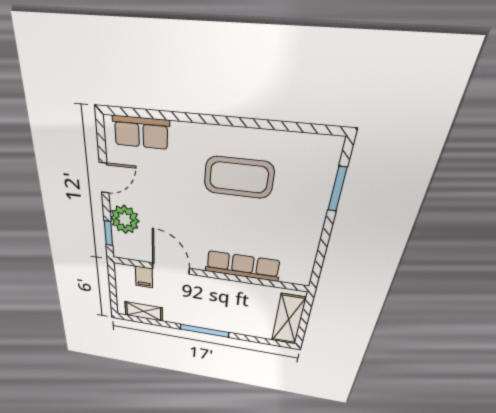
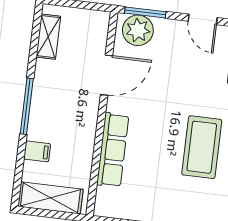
plant: (125, 219) -> (138, 30), moved
window: (108, 233) -> (145, 12), width x1.50
filing cabinet: (144, 277) -> (37, 151), moved, turned 180

